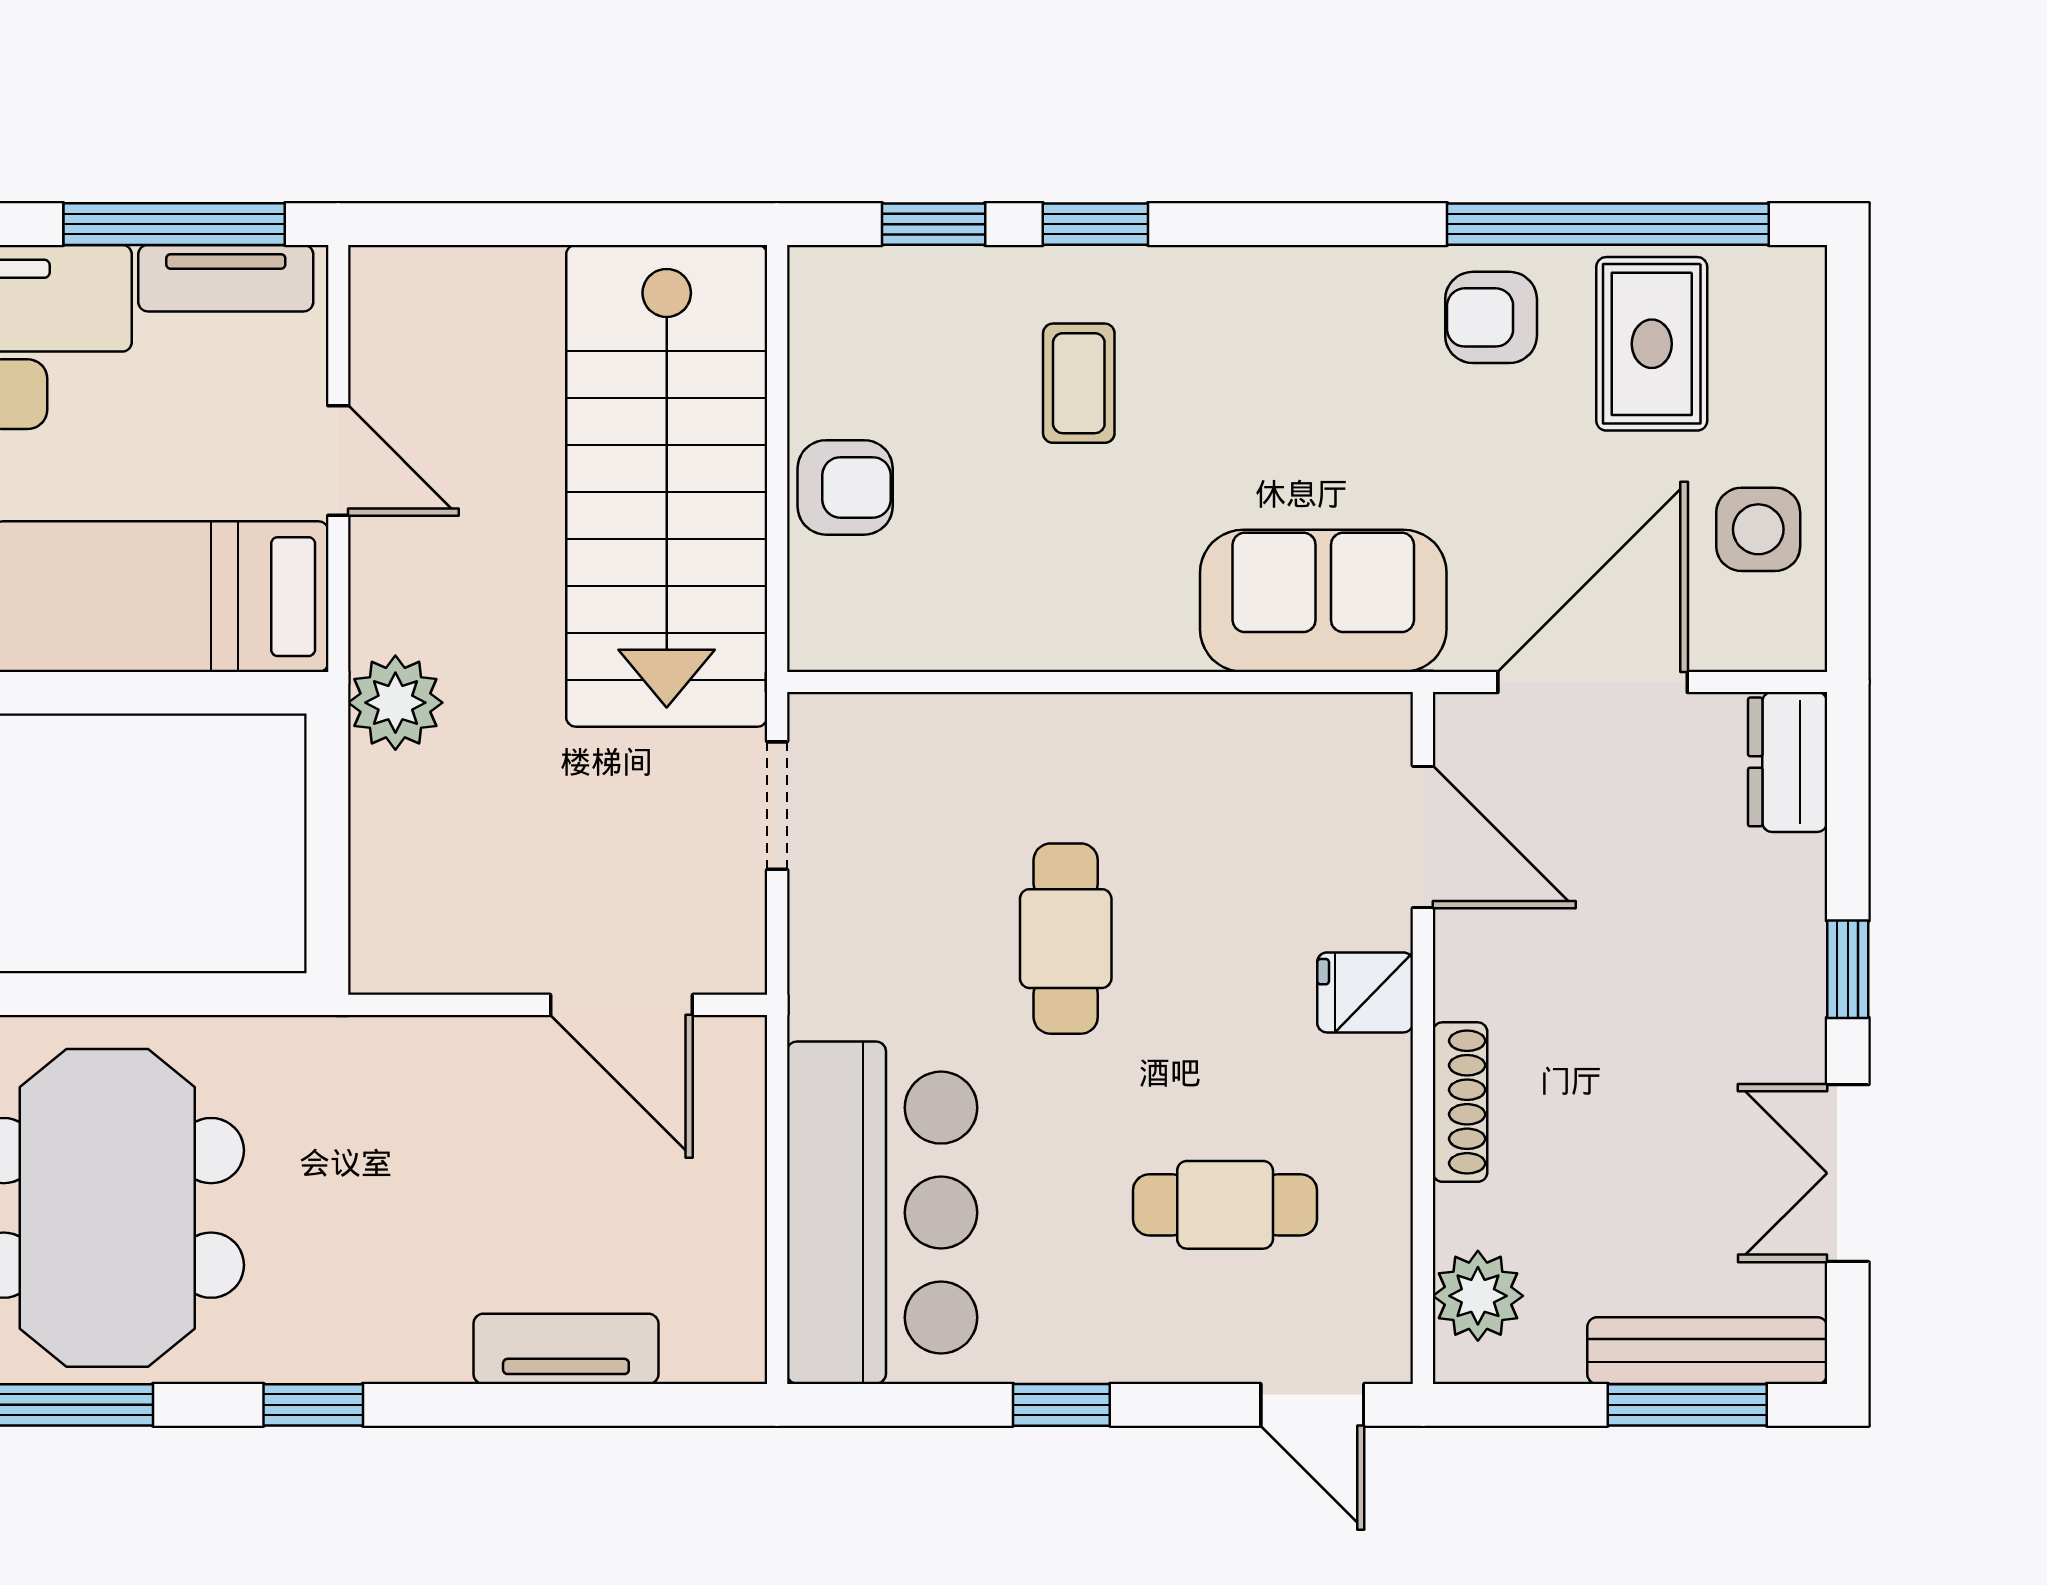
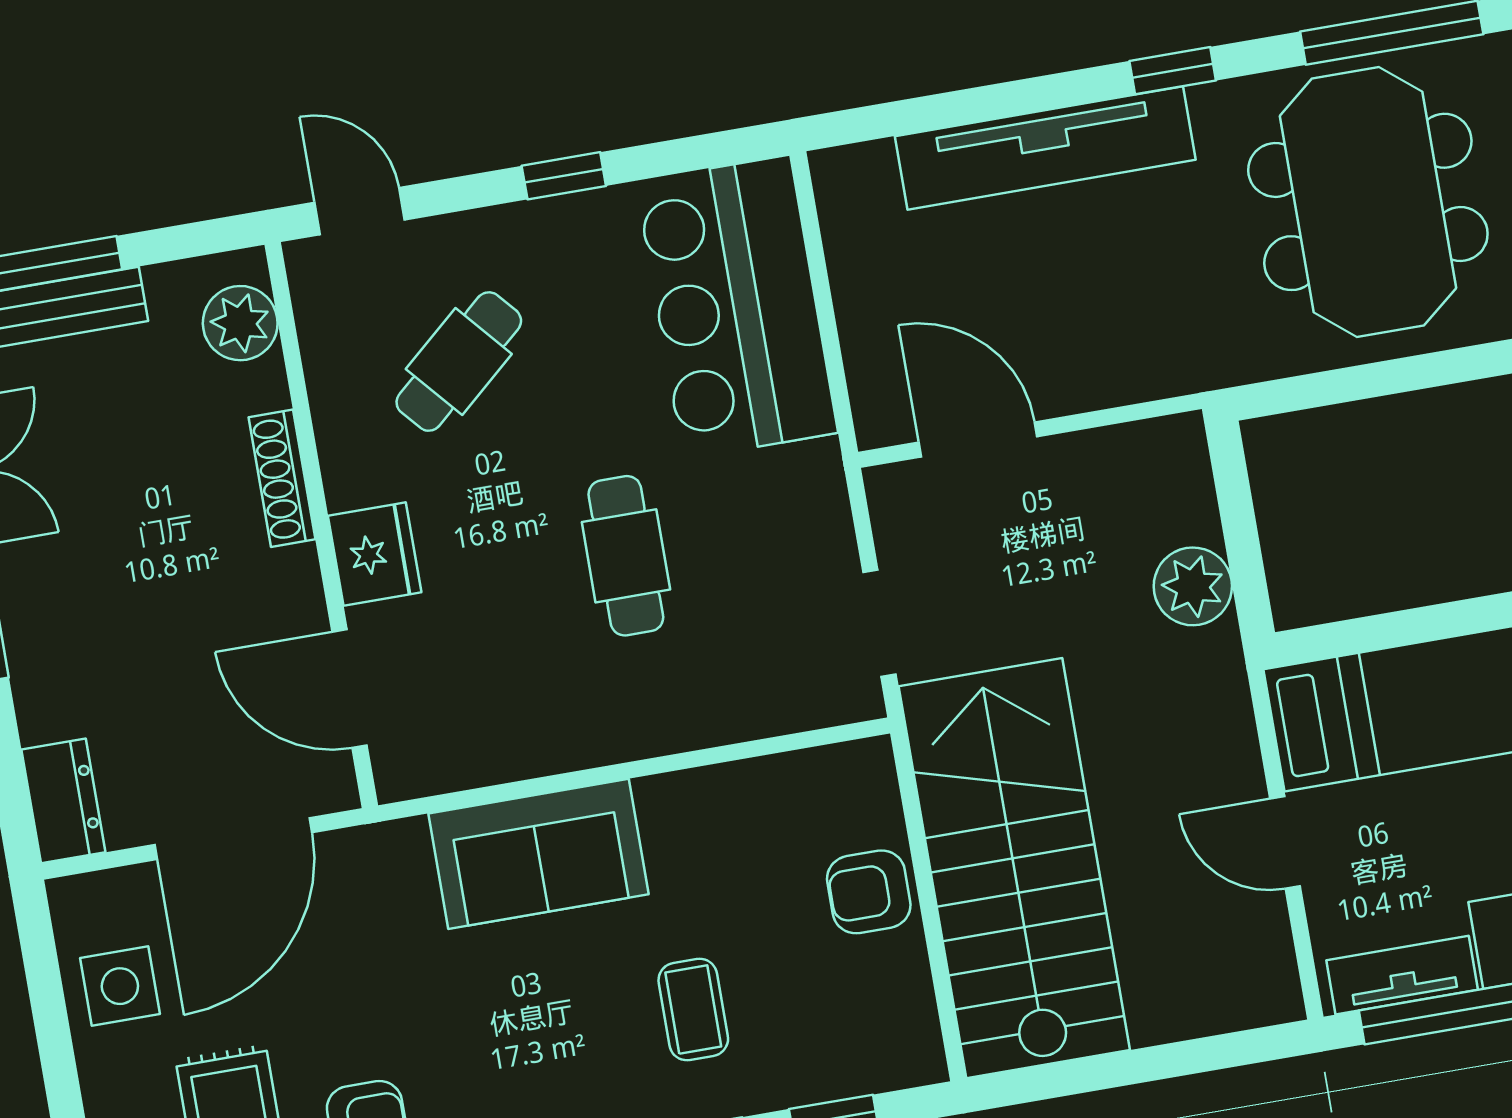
sofa: (1323, 601) -> (539, 854), moved
plant: (395, 703) -> (1193, 586), moved
fridge: (1365, 992) -> (375, 554), width x1.38
cafe table: (1225, 1205) -> (459, 362), turned -41
tv unit: (566, 1349) -> (1045, 148), width x1.92, depth x1.29

